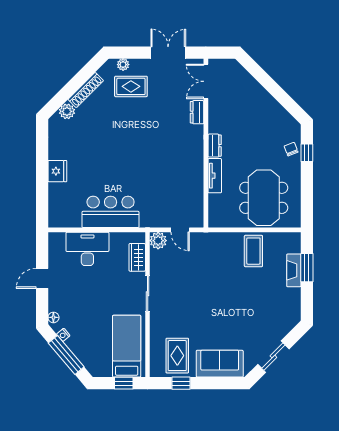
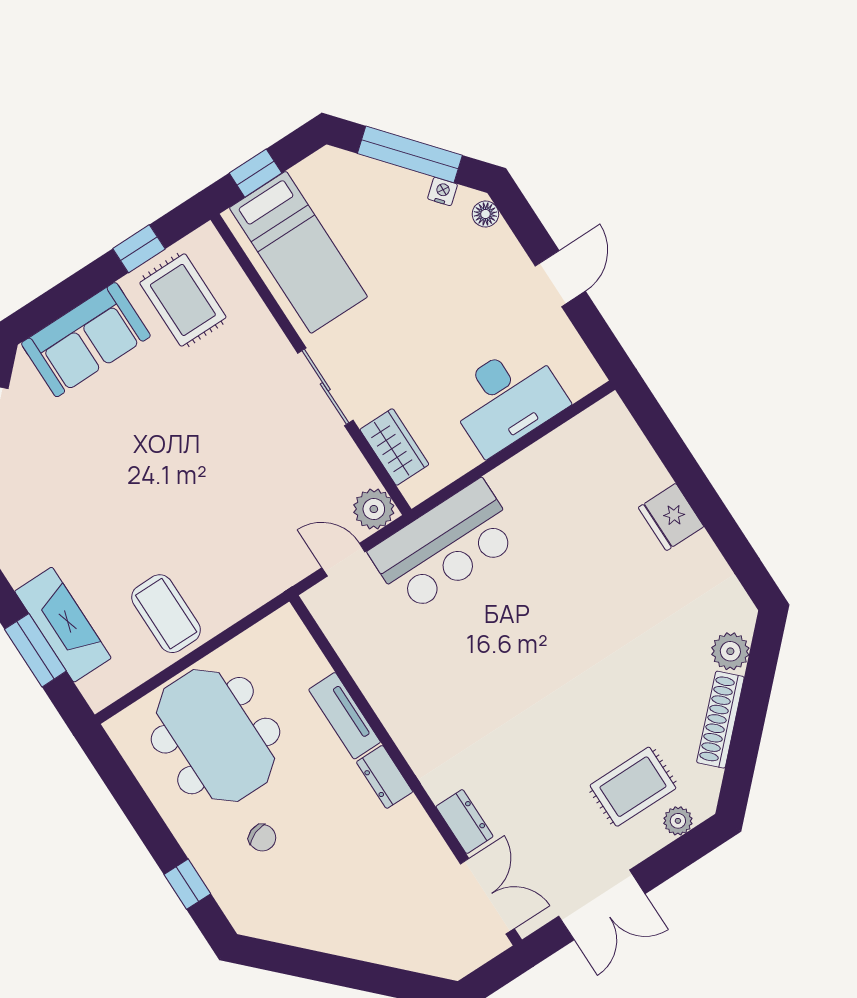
chair: (291, 149) -> (262, 838), moved
bar counter: (111, 212) -> (445, 546), moved
fireplace: (294, 270) -> (63, 625), width x1.37, depth x1.32

